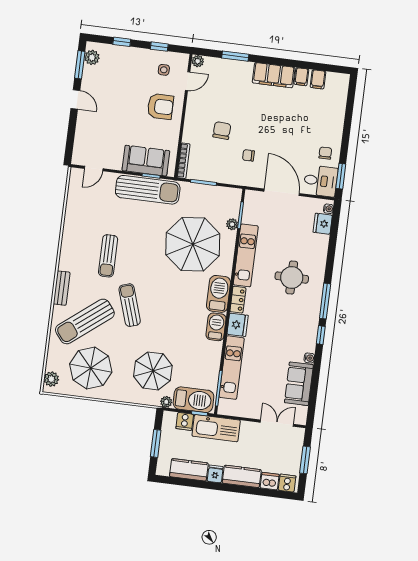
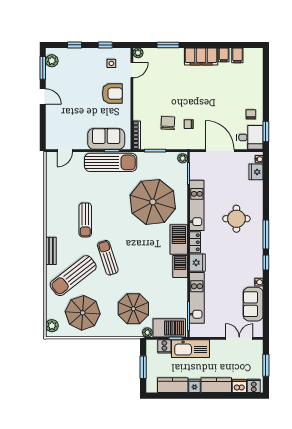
chair: (222, 130) -> (168, 123), moved
plant: (232, 224) -> (183, 158), moved

